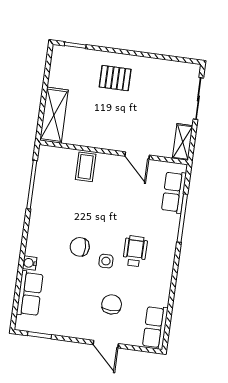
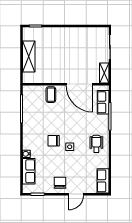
pallet: (115, 78) -> (61, 42), removed
shelving: (54, 115) -> (29, 57), moved
door: (137, 156) -> (79, 84), width x1.88
wheelchair: (135, 251) -> (96, 144), moved
chair: (112, 304) -> (60, 183), moved
door: (106, 344) -> (76, 194), hinge flipped

